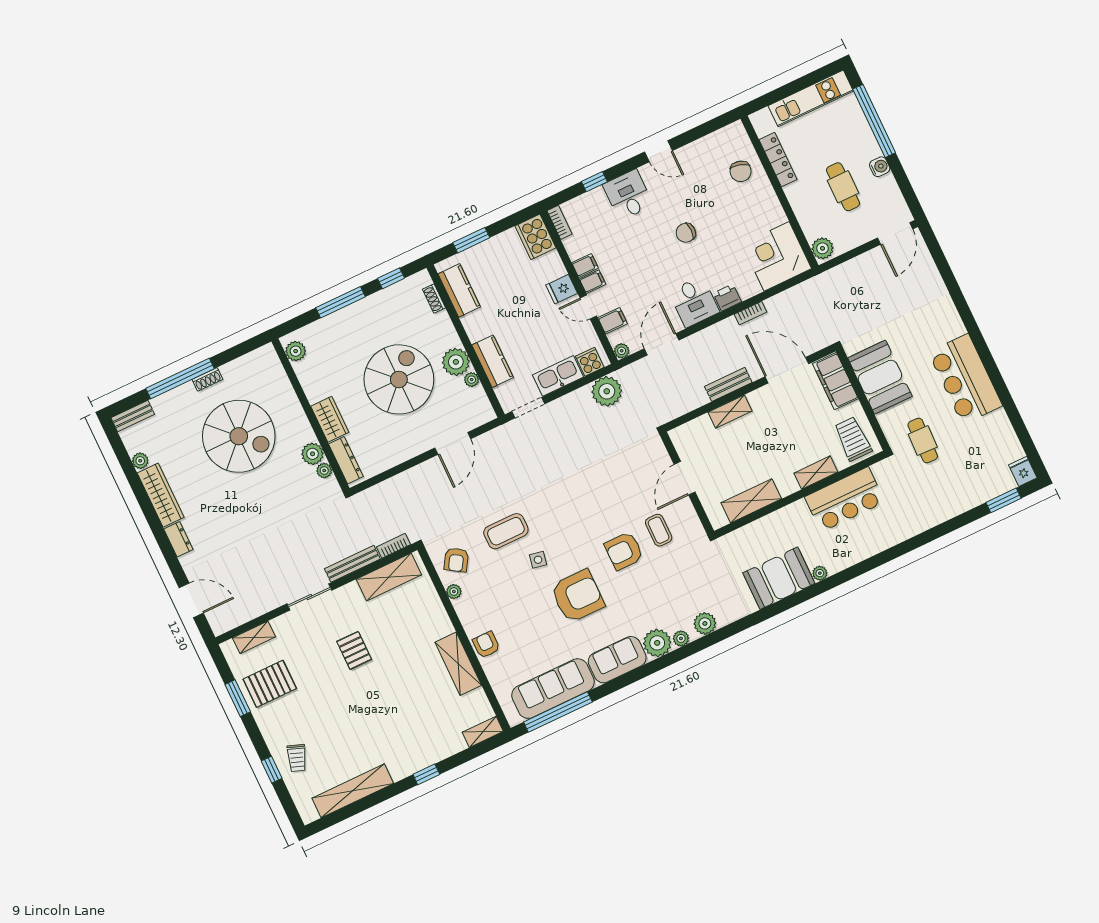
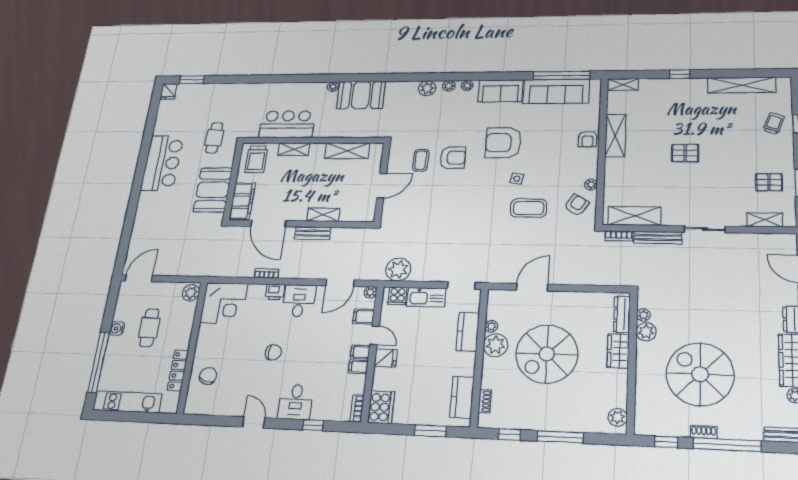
window: (237, 351) -> (666, 442), added
plant: (657, 643) -> (467, 85), width x0.53, depth x0.53
pallet: (354, 650) -> (685, 153), moved, turned 90
pallet: (270, 684) -> (769, 182), width x0.67, depth x0.71

